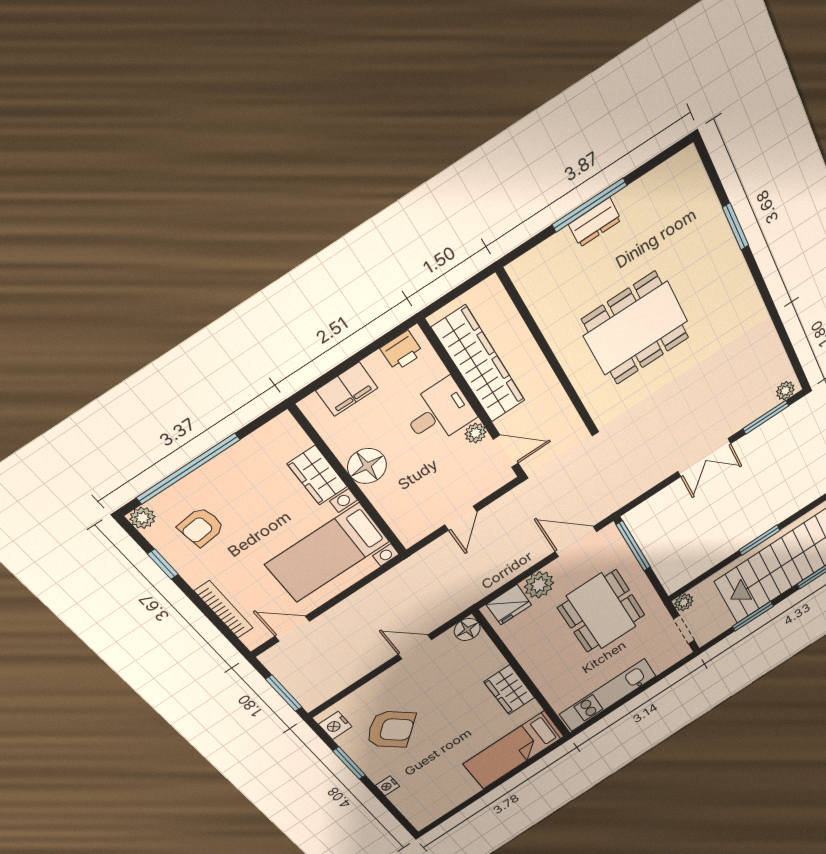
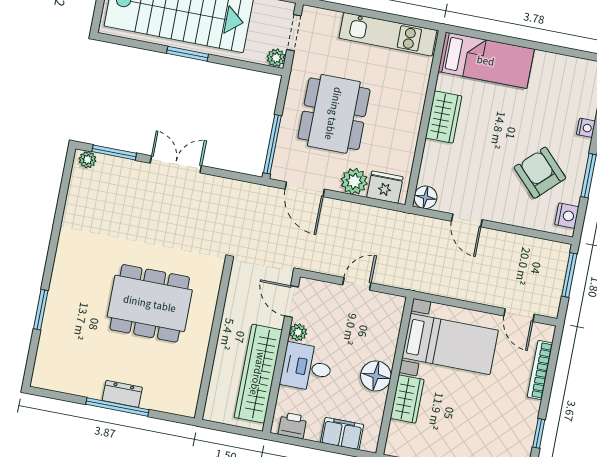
armchair: (201, 527) -> (497, 434), removed

